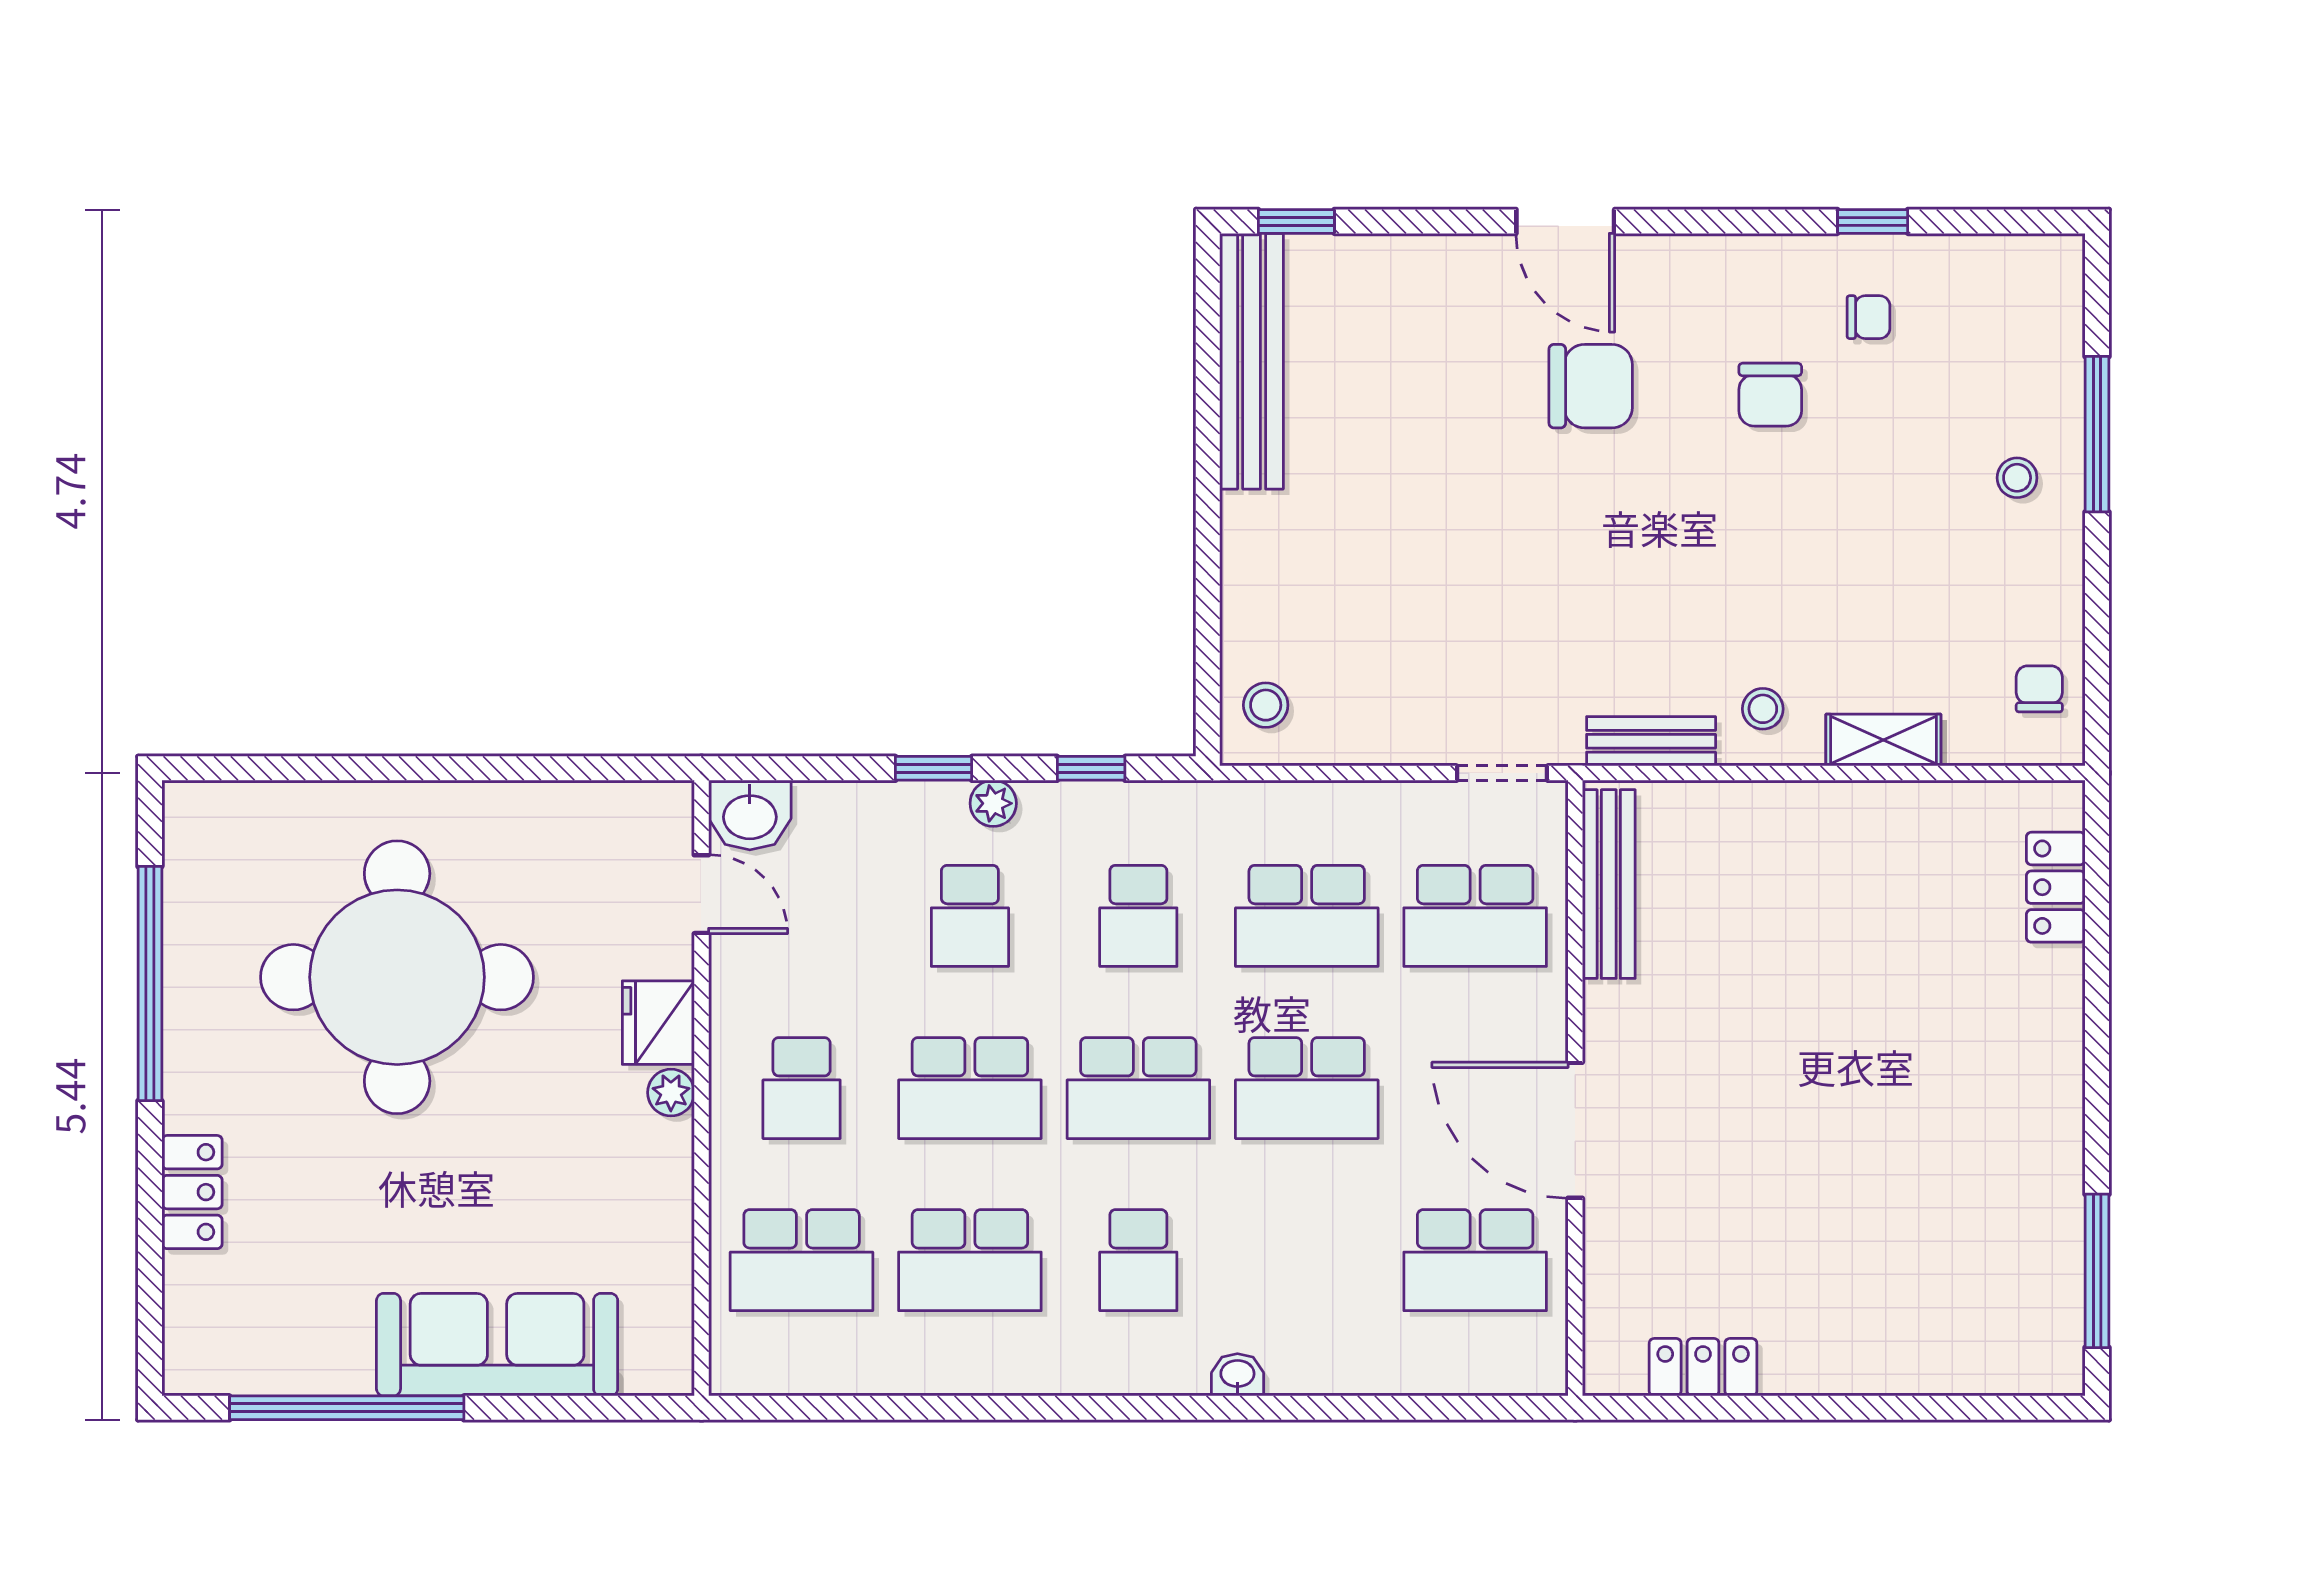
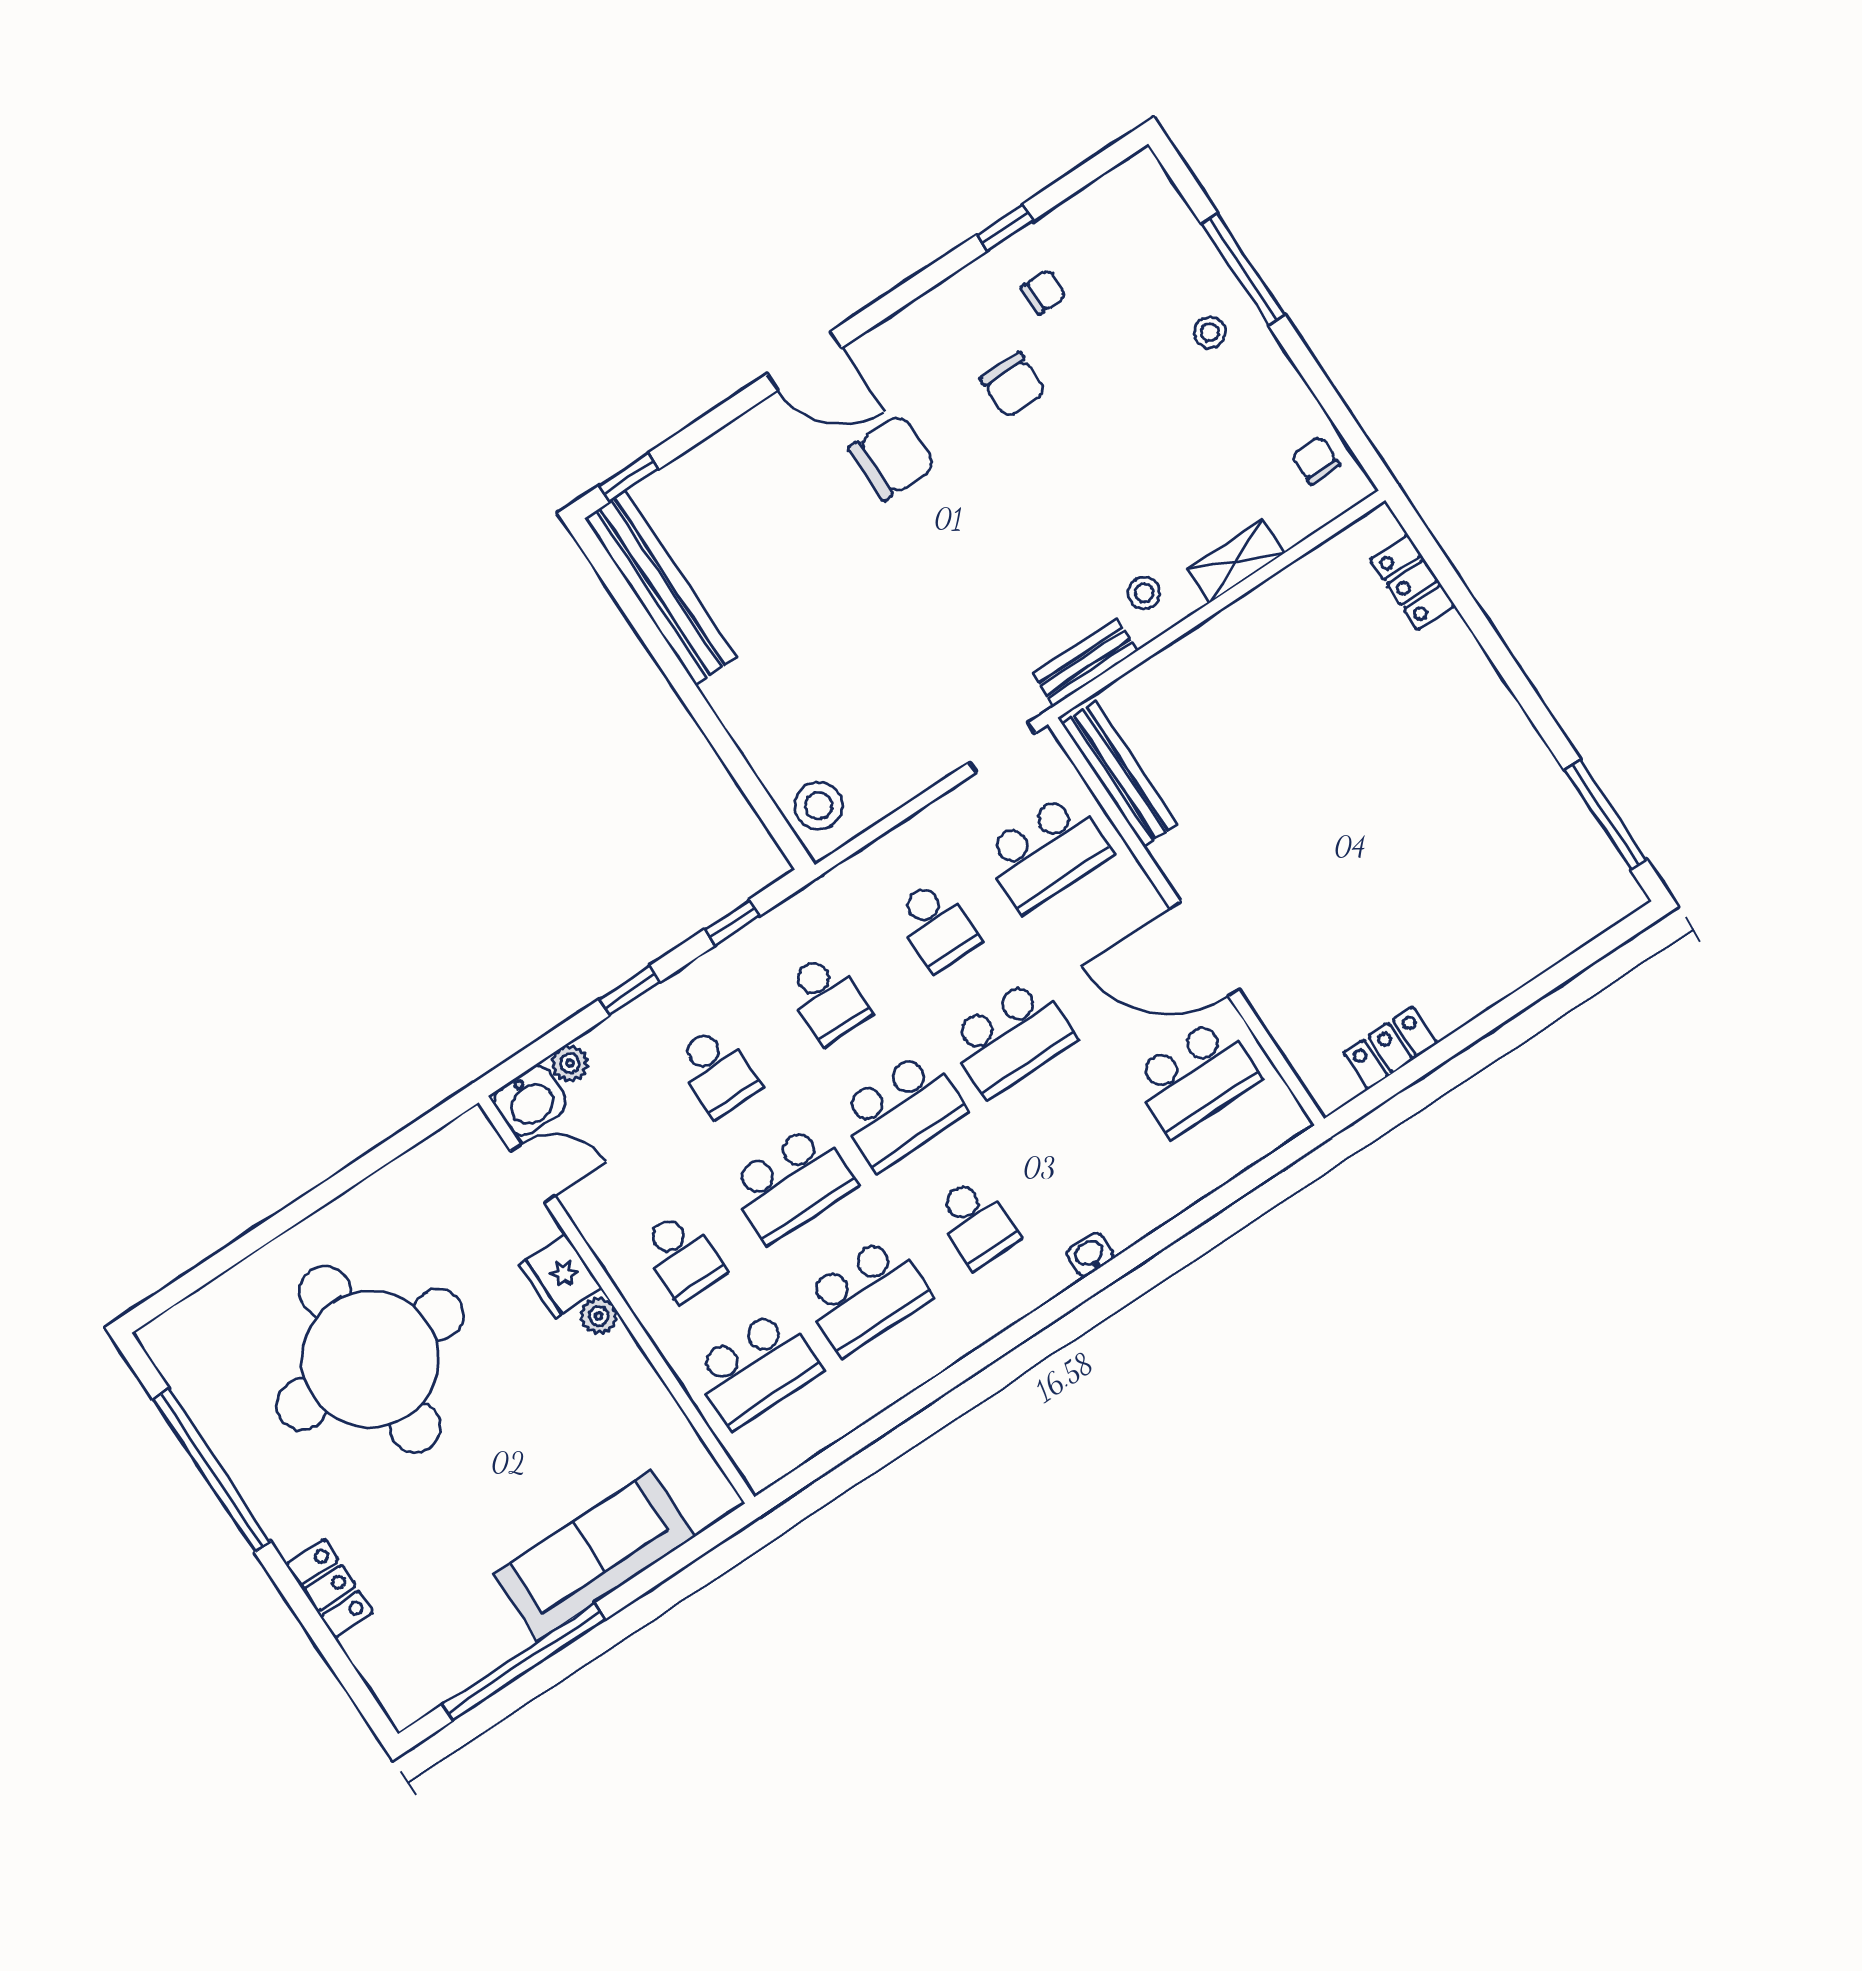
stool: (1266, 705) -> (819, 806), width x1.37, depth x1.37
plant: (993, 803) -> (570, 1063), moved
school desk: (1307, 916) -> (937, 925), width x0.54

